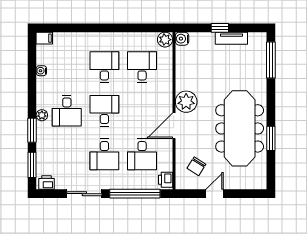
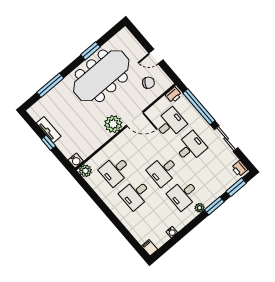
window: (271, 60) -> (50, 85), moved
desk: (67, 111) -> (183, 194), turned 180

